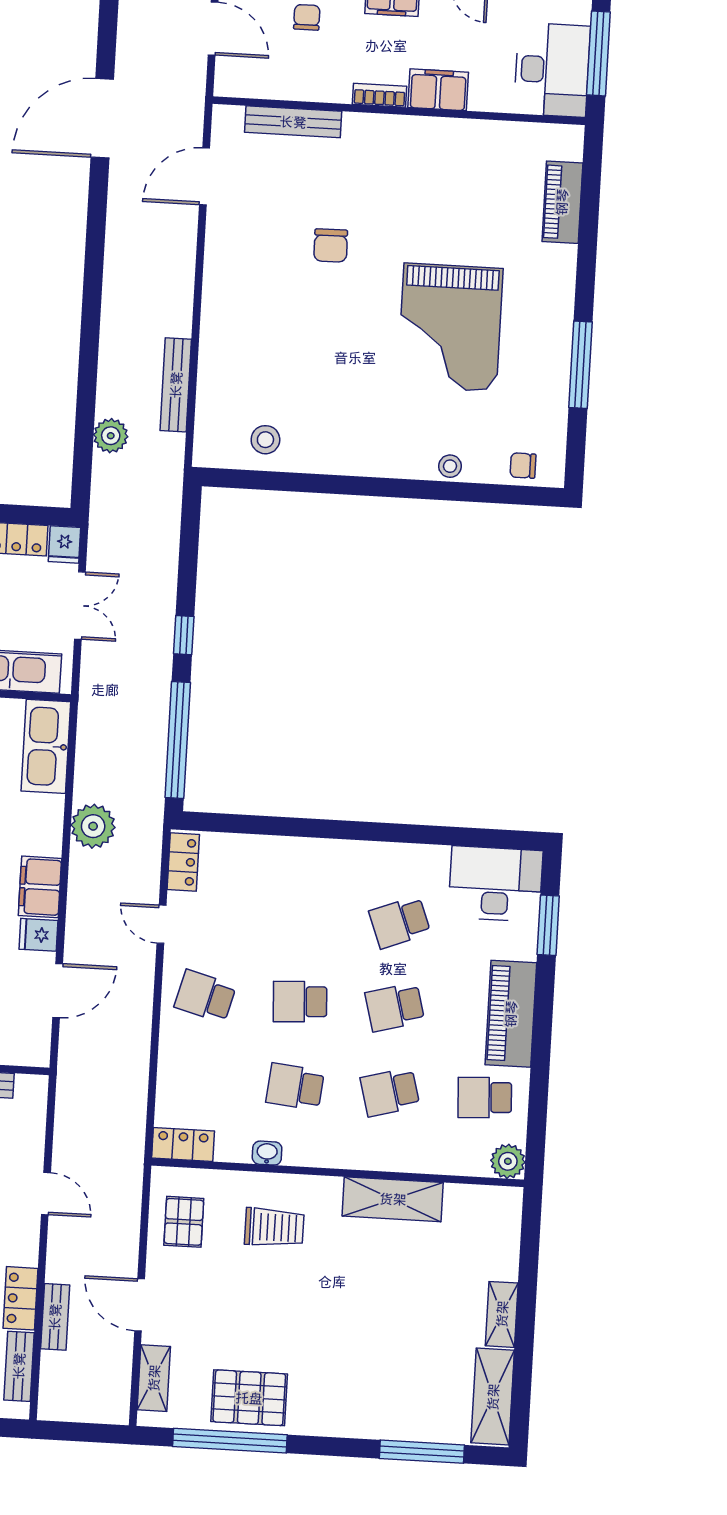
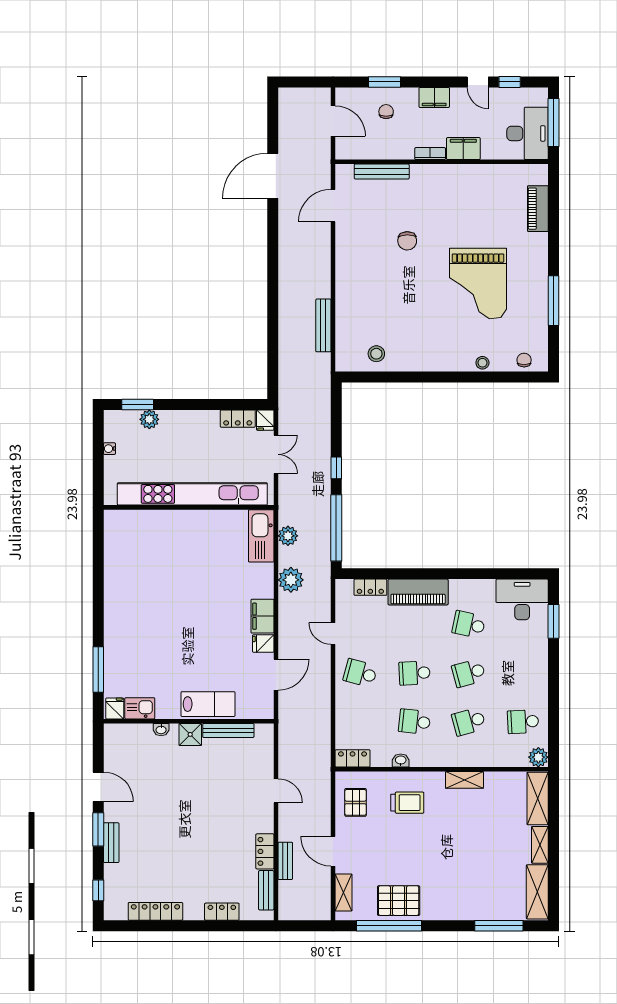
plant: (111, 436) -> (288, 536), moved
chair: (523, 466) -> (524, 360), turned 90
locker: (183, 862) -> (370, 587), moved, turned 90
school desk: (400, 922) -> (469, 624), turned 33
piano: (511, 1014) -> (418, 592), moved, turned -90
shelving: (393, 1199) -> (464, 780), width x0.67, depth x0.75
shelving: (503, 1233) -> (538, 798), added

